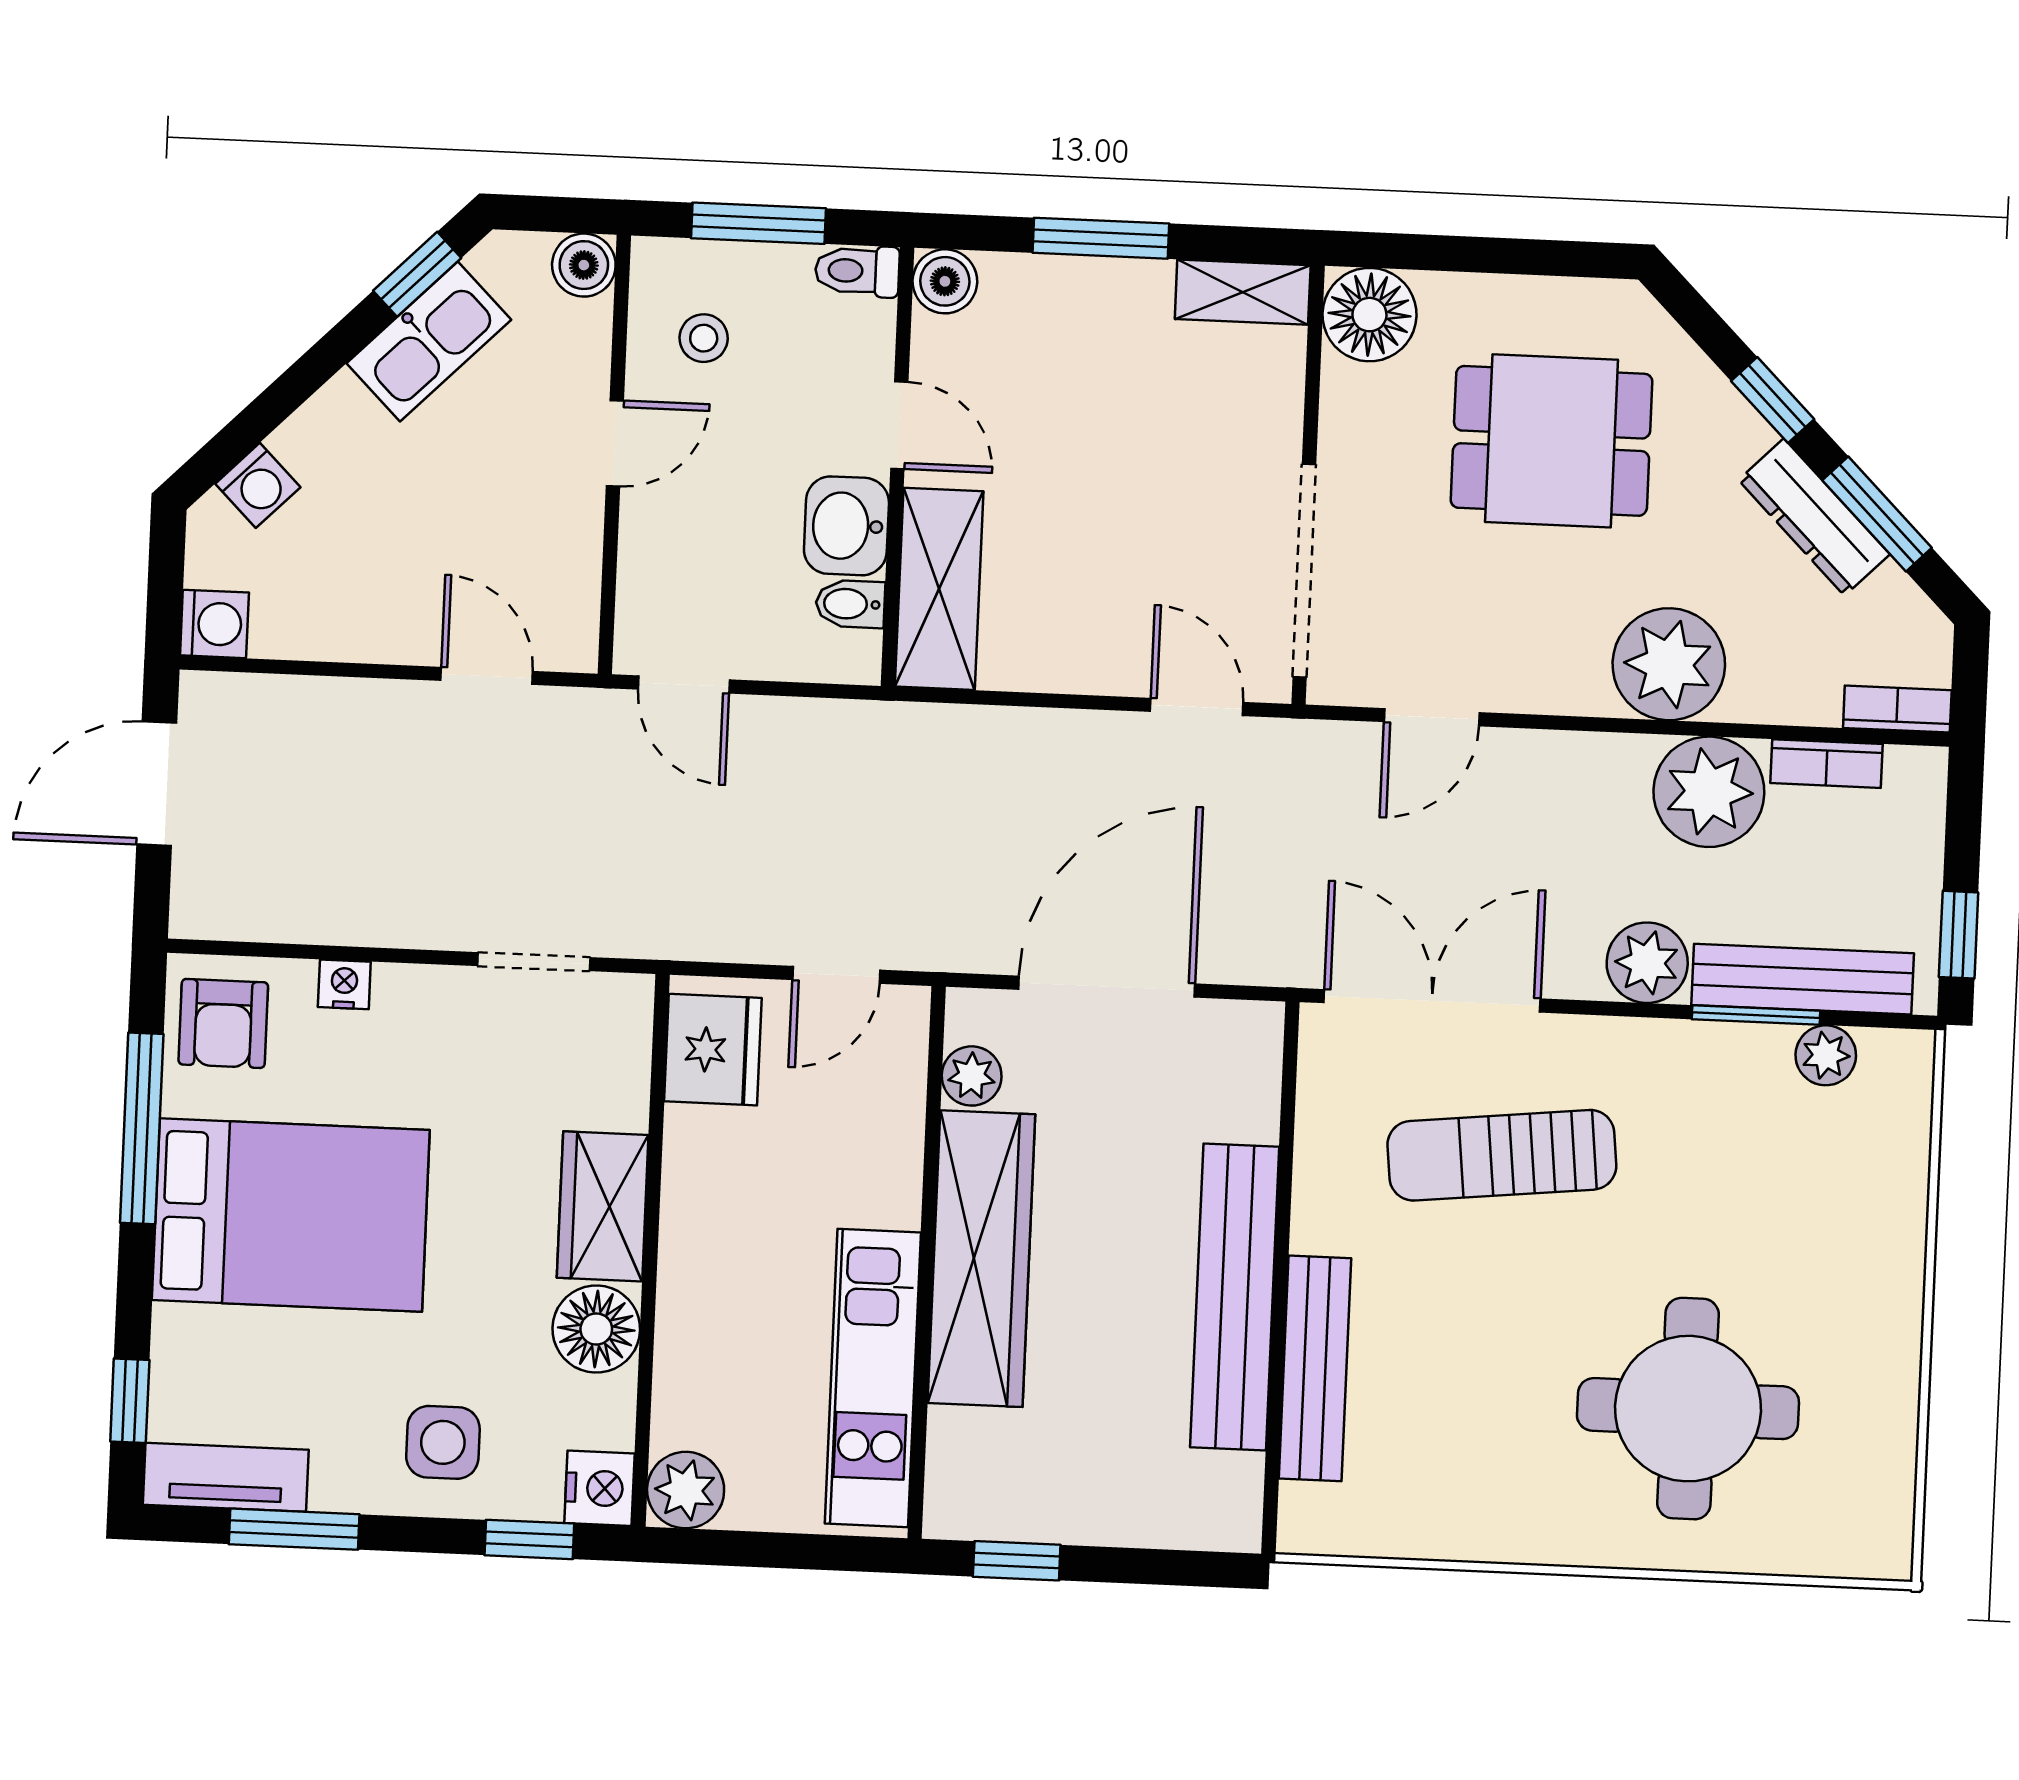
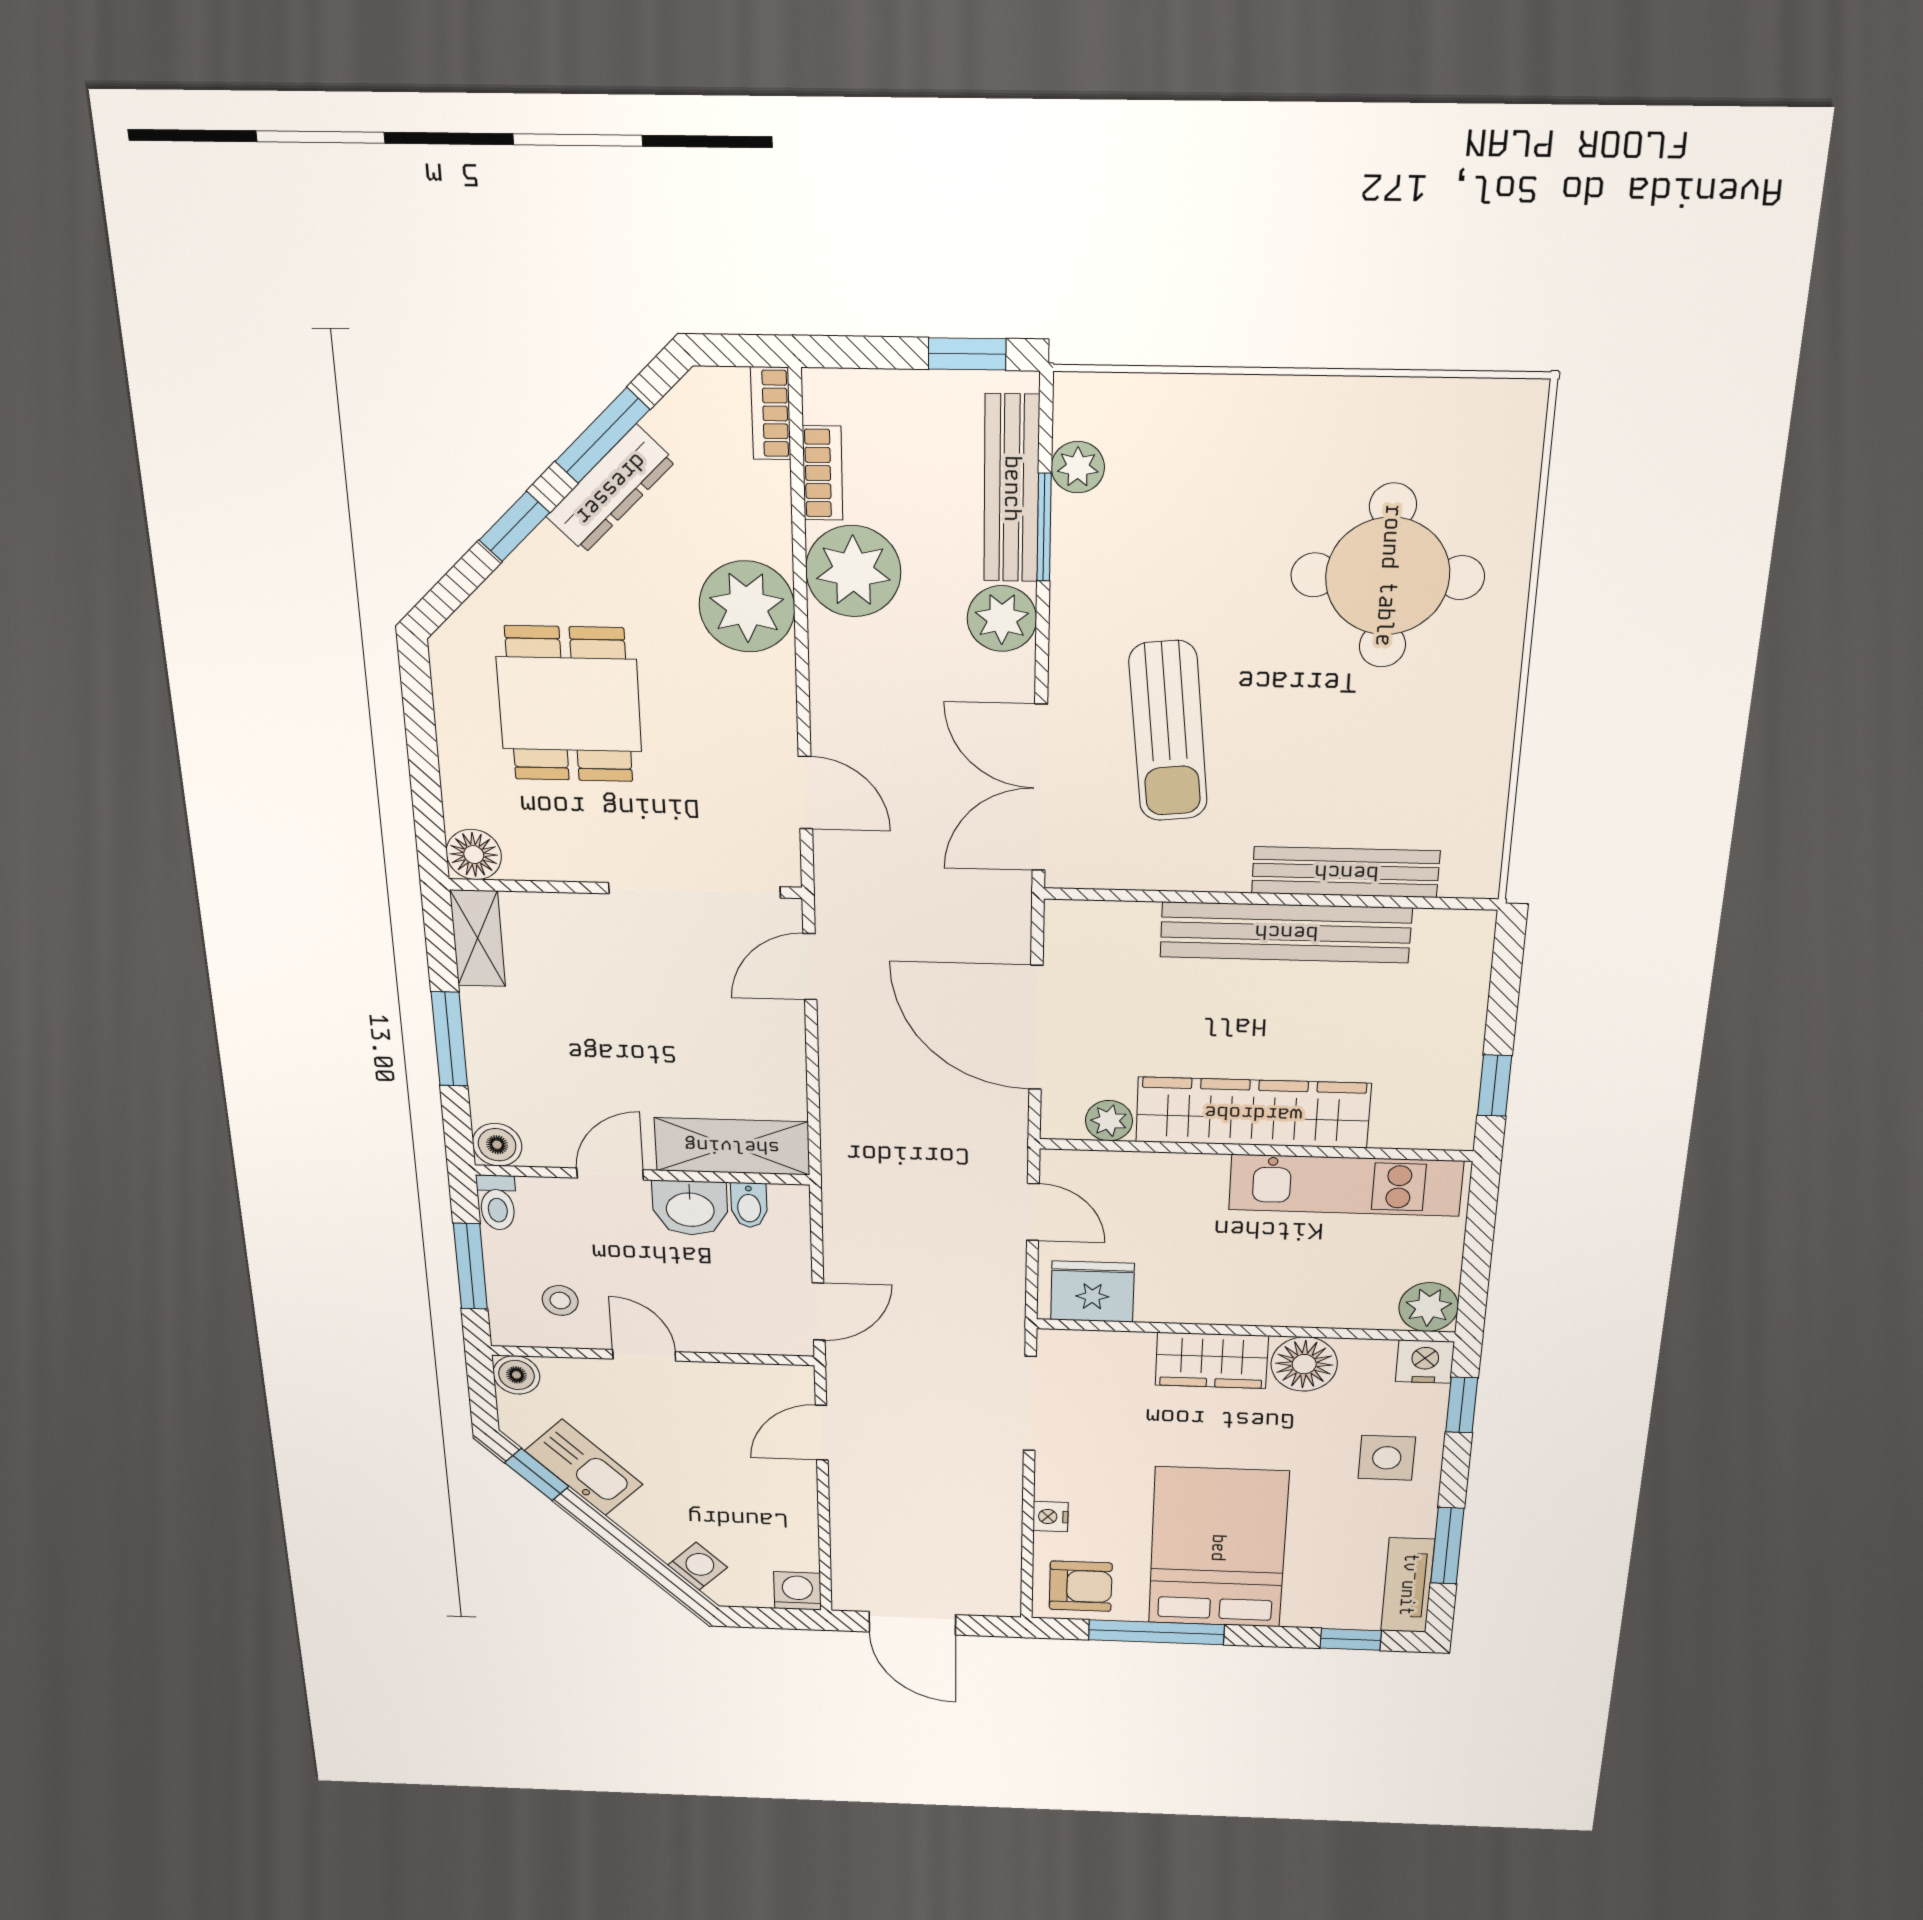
floor lamp: (1369, 315) -> (474, 855), width x0.73, depth x0.73
doorway: (534, 962) -> (1030, 1404), width x1.38

